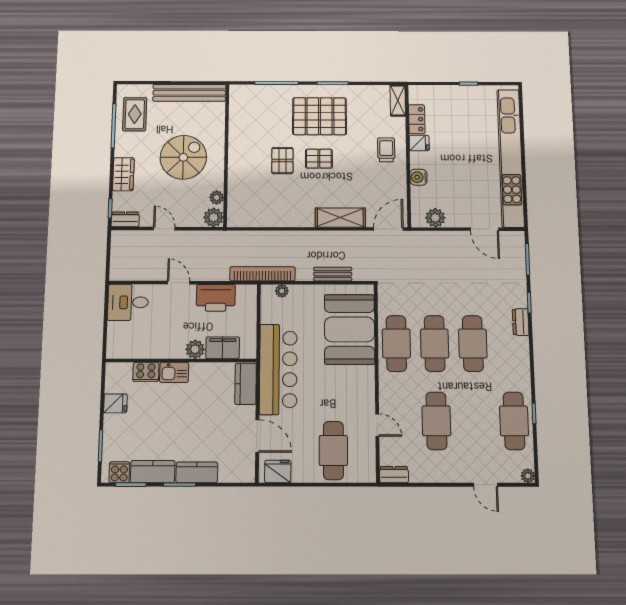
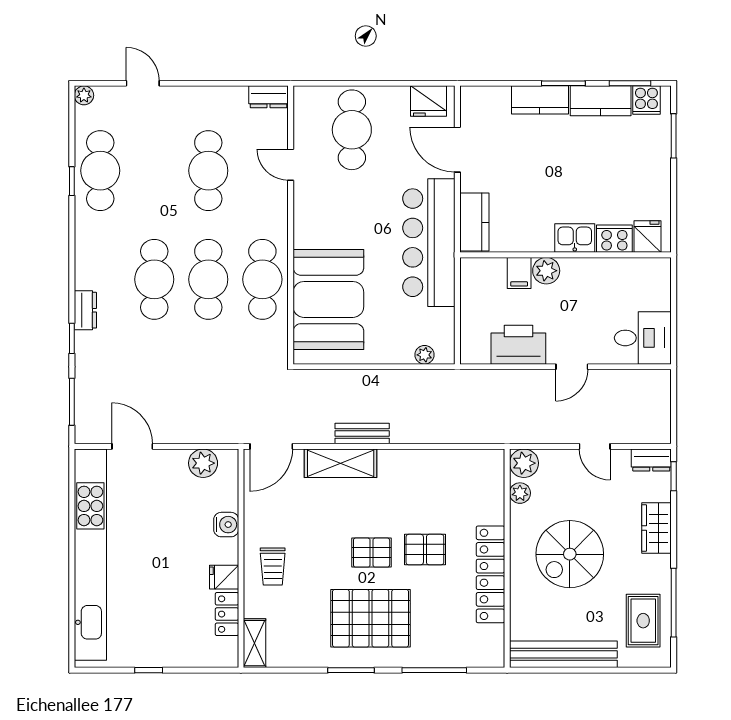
locker: (238, 144) -> (490, 574), added
pallet: (282, 161) -> (425, 550), turned 90
bookcase: (262, 274) -> (452, 380), removed
bench: (333, 274) -> (362, 434), moved
door: (179, 283) -> (572, 367), hinge flipped
filing cabinet: (223, 348) -> (519, 273), width x0.50
fridge: (115, 403) -> (648, 236), moved, turned 90

